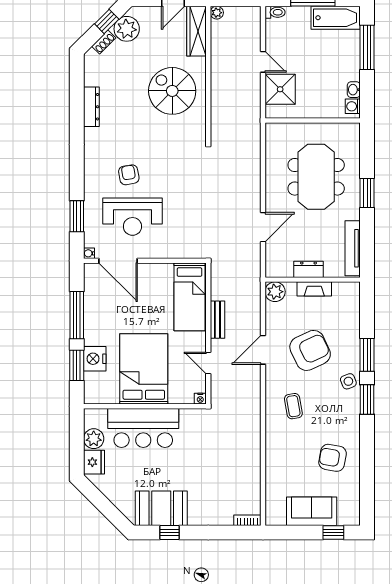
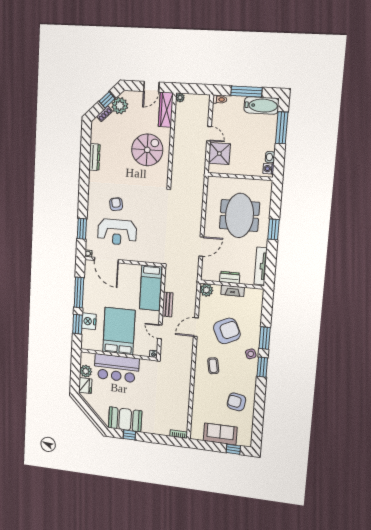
spiral stairs: (172, 91) -> (147, 150), turned 90

